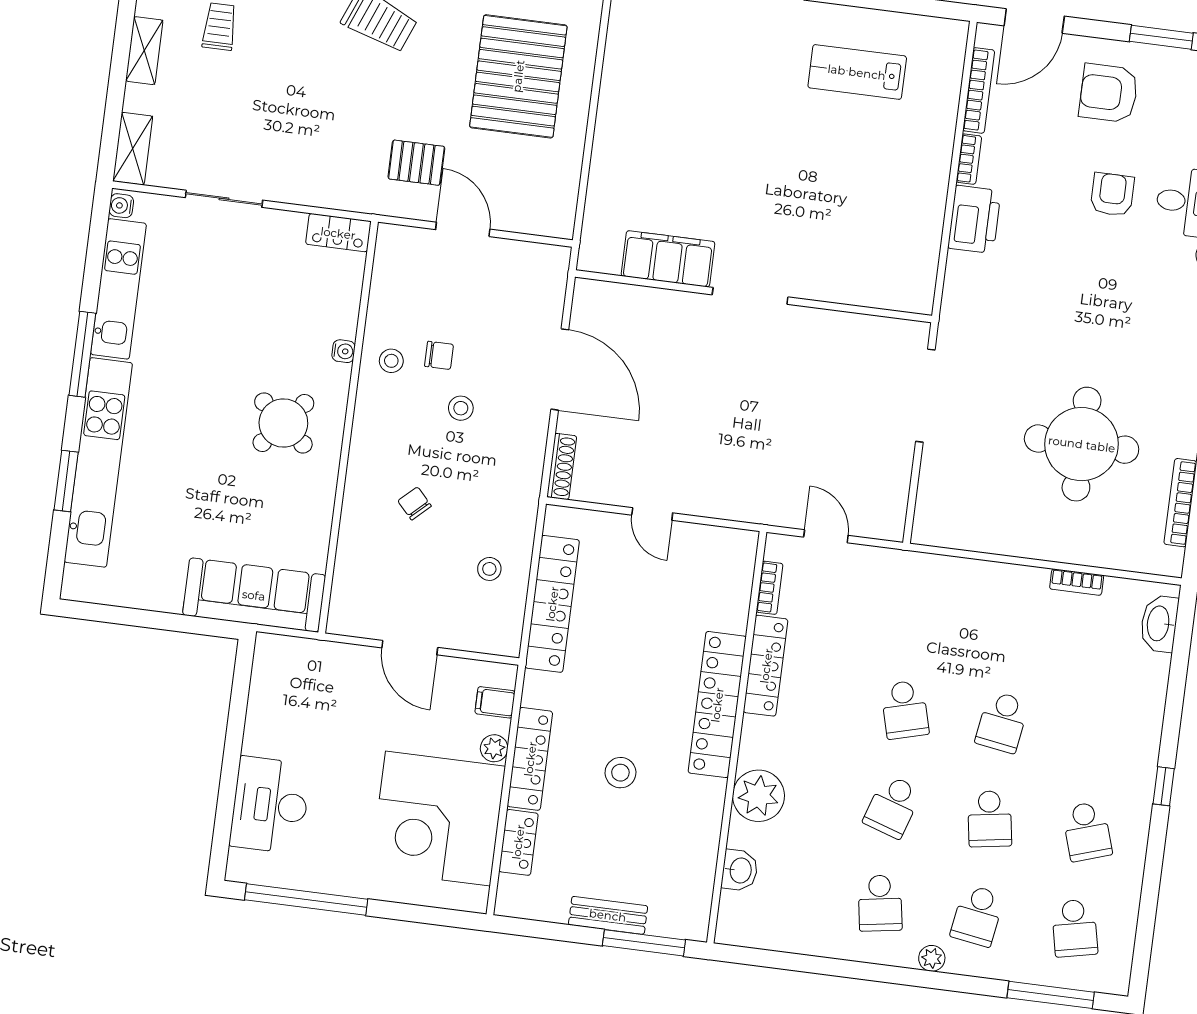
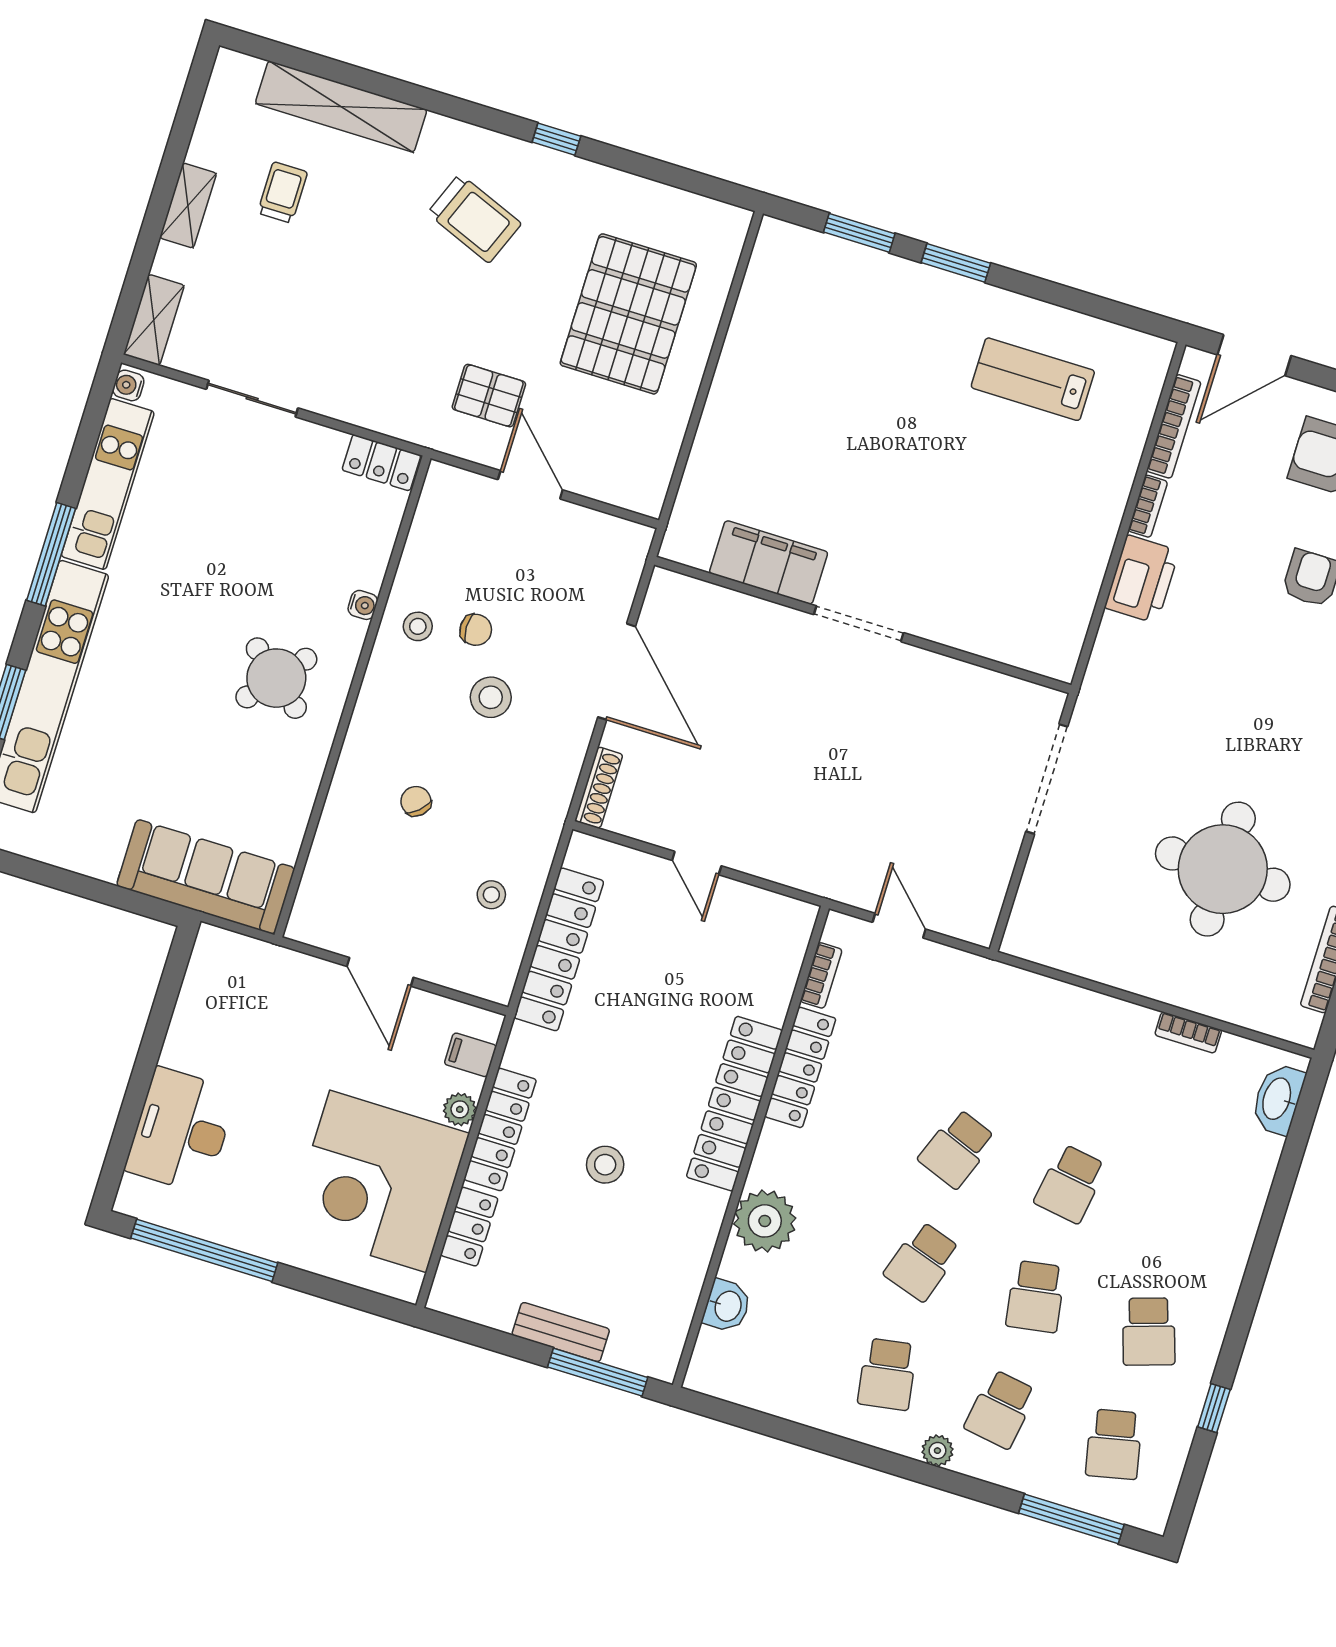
stool: (461, 408) -> (491, 697), width x1.37, depth x1.37
school desk: (905, 710) -> (957, 1149), turned 36
window: (1164, 786) -> (1214, 1408), moved

